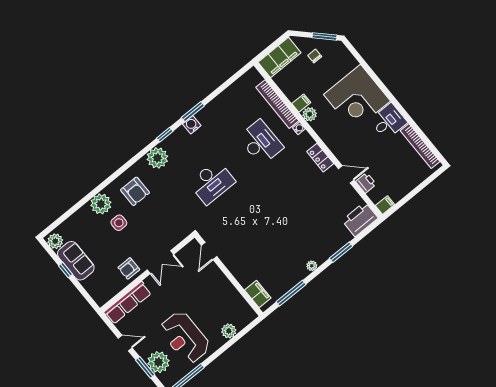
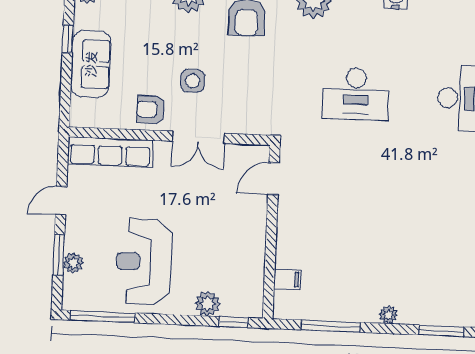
side table: (119, 223) -> (193, 81), moved
sofa: (76, 261) -> (91, 64), moved
filing cabinet: (258, 294) -> (287, 279), width x0.50
window: (247, 329) -> (234, 322), added
door: (125, 343) -> (61, 201), swing flipped
plant: (158, 362) -> (73, 263), width x0.53, depth x0.53

